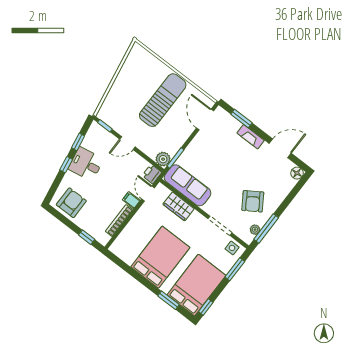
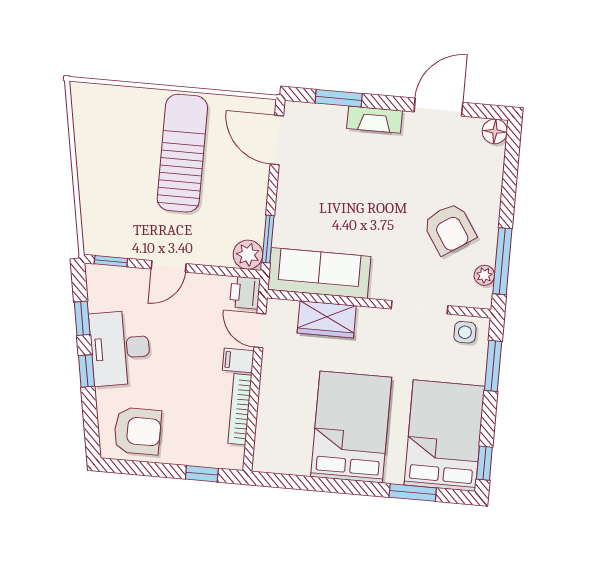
desk: (86, 164) -> (120, 348), width x1.37
armchair: (71, 203) -> (137, 431), turned 90

